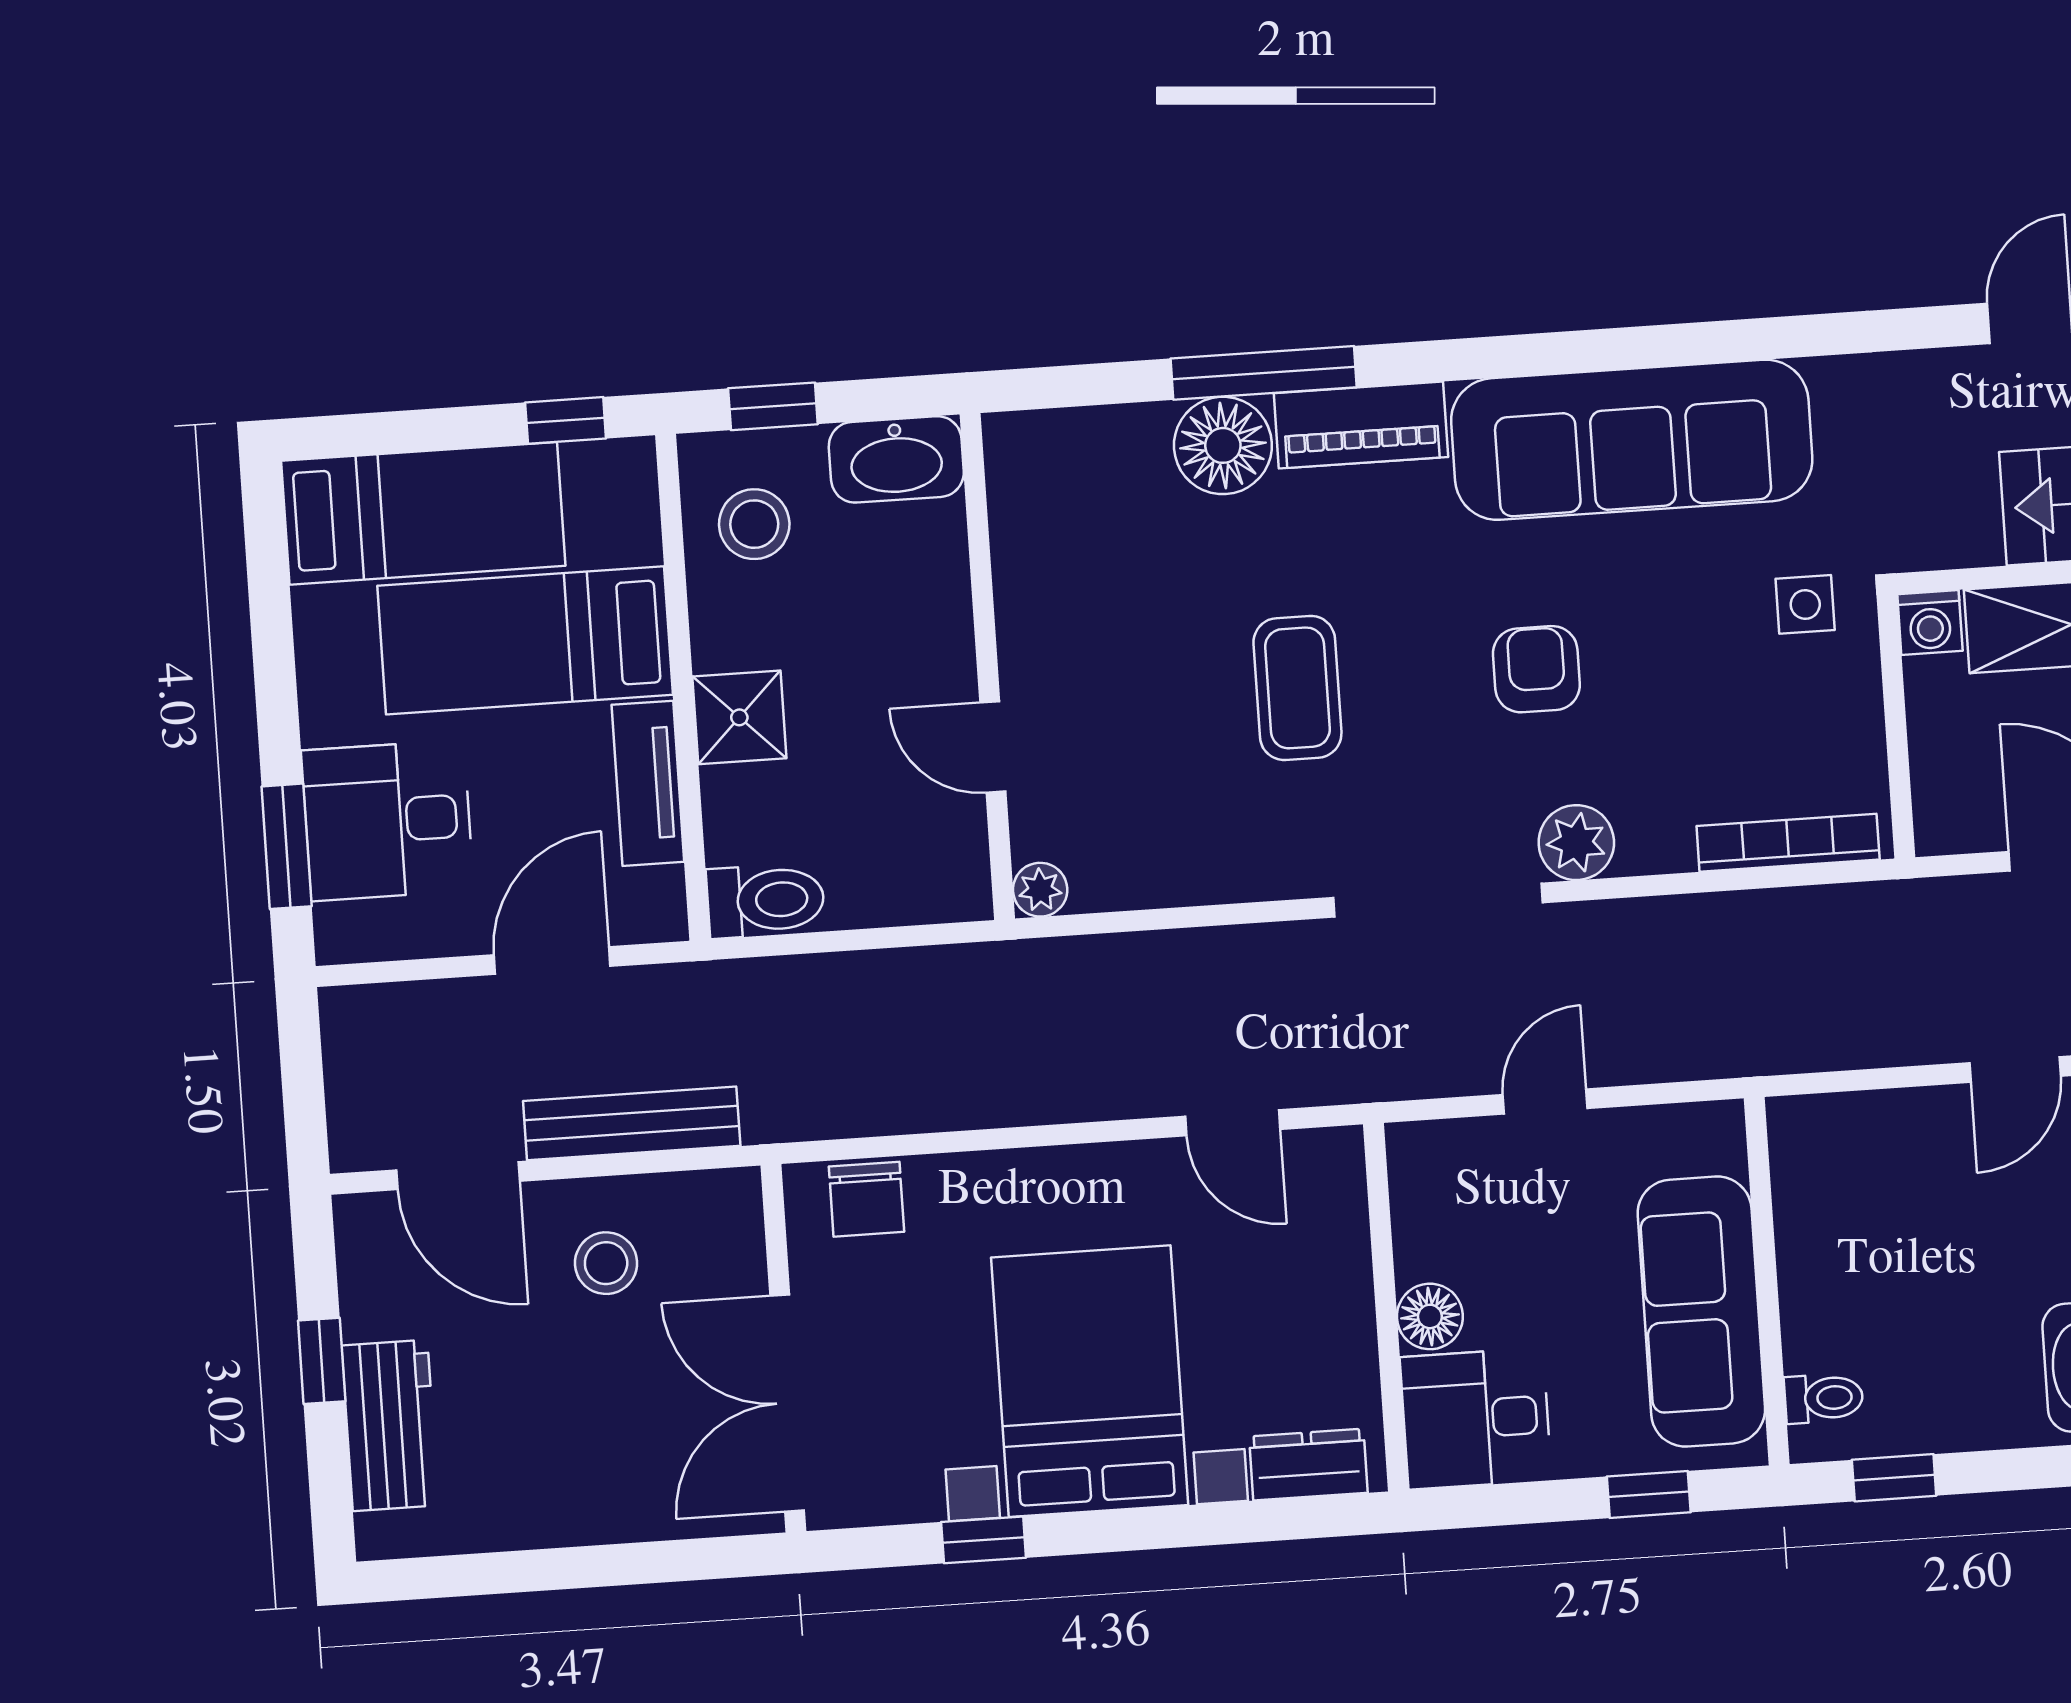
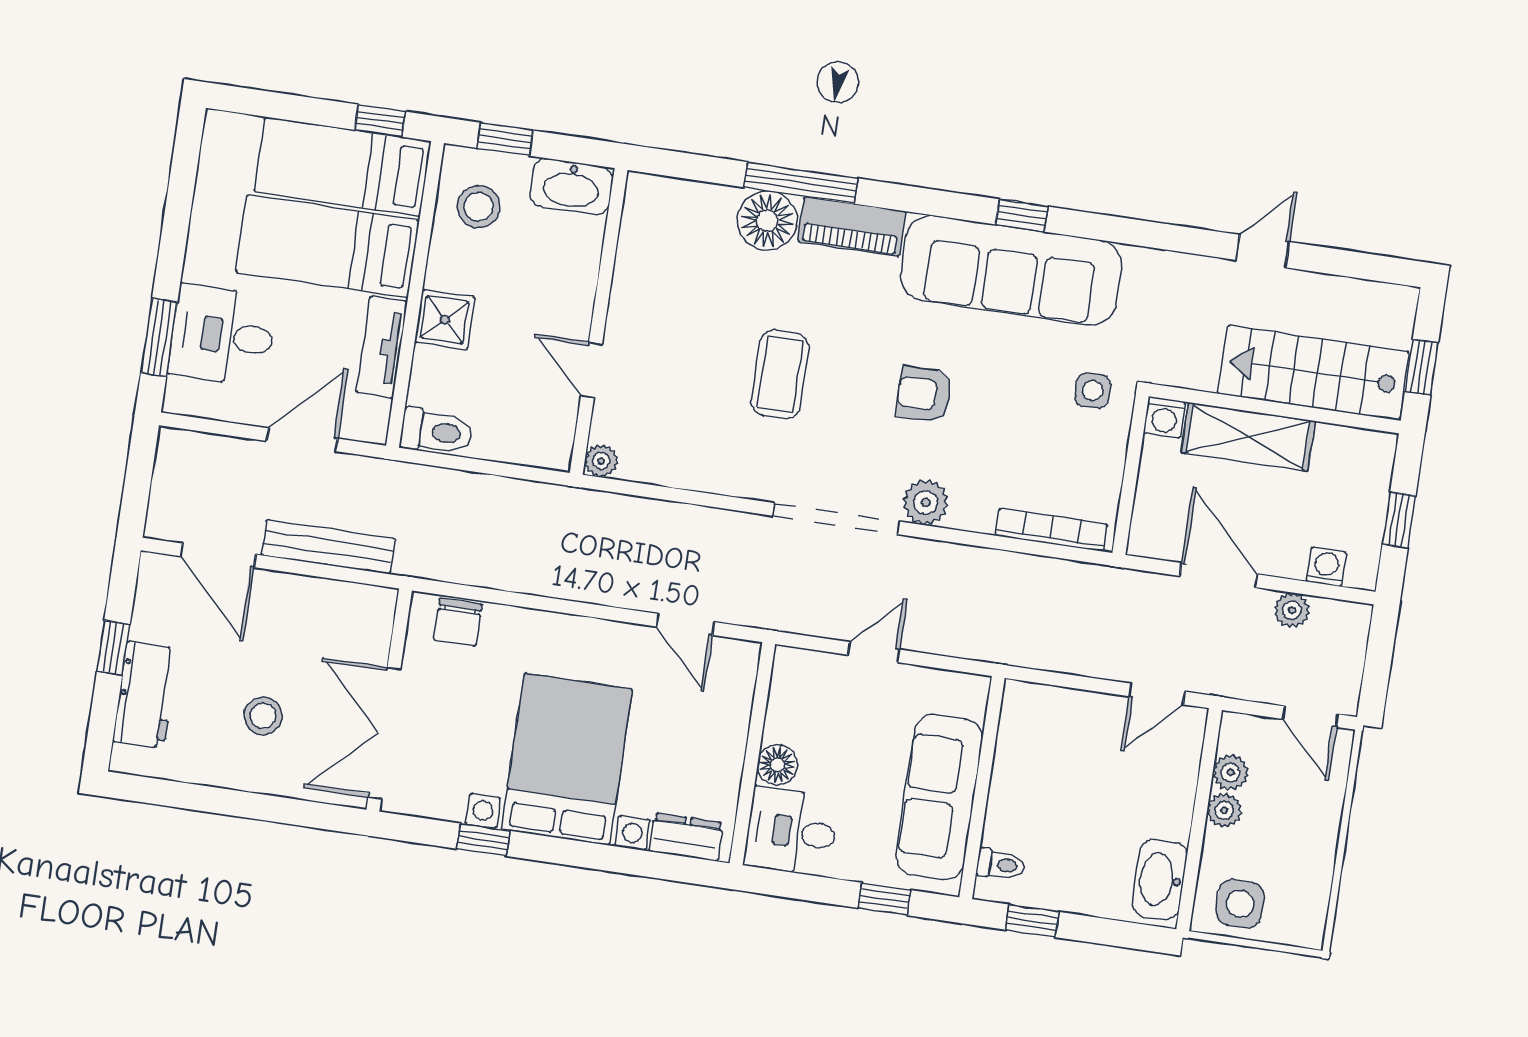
window: (1630, 348) -> (1022, 215), added
bed: (423, 513) -> (342, 167), moved, turned 180
armchair: (1536, 669) -> (924, 394), turned -90
stool: (606, 1263) -> (263, 716), moved

